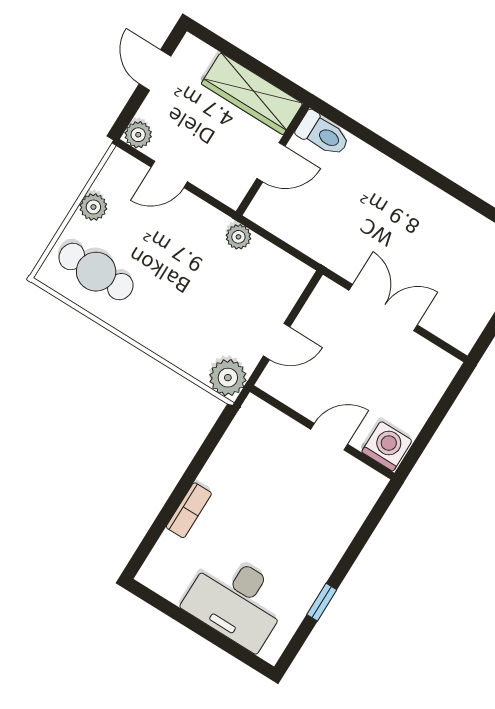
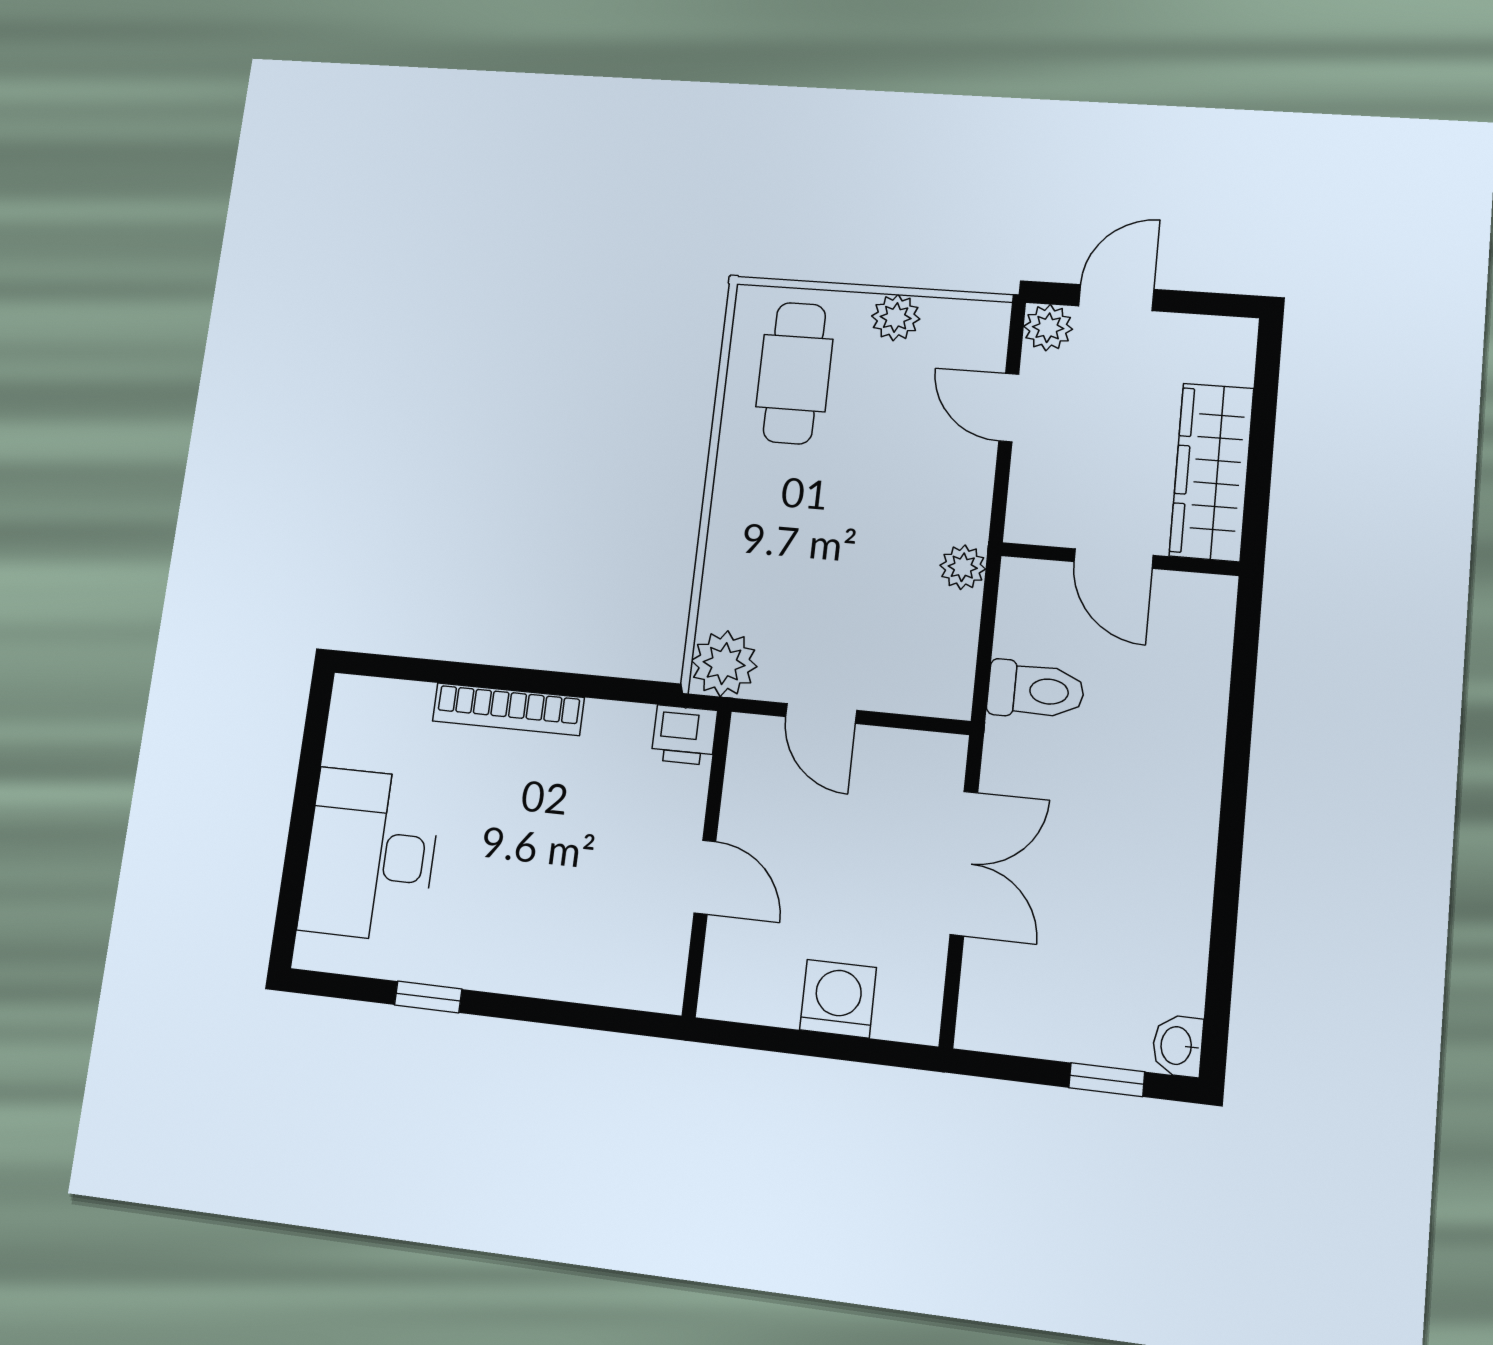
door: (155, 70) -> (1116, 298), moved
toilet: (323, 134) -> (1036, 690), moved, turned -90
printer: (254, 414) -> (684, 735), added
washing machine: (387, 446) -> (838, 999), moved, turned -90
bookcase: (189, 510) -> (508, 709), width x1.56

